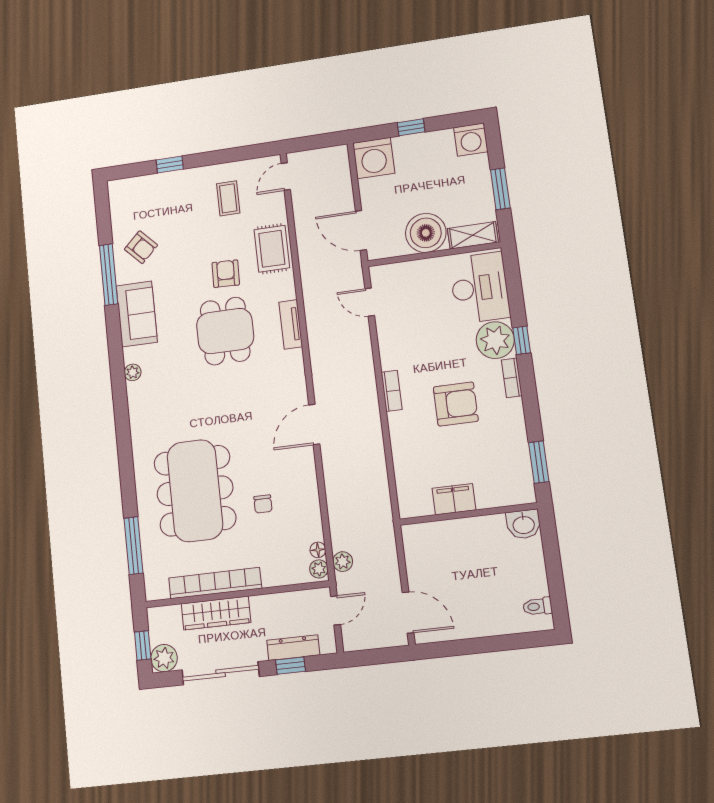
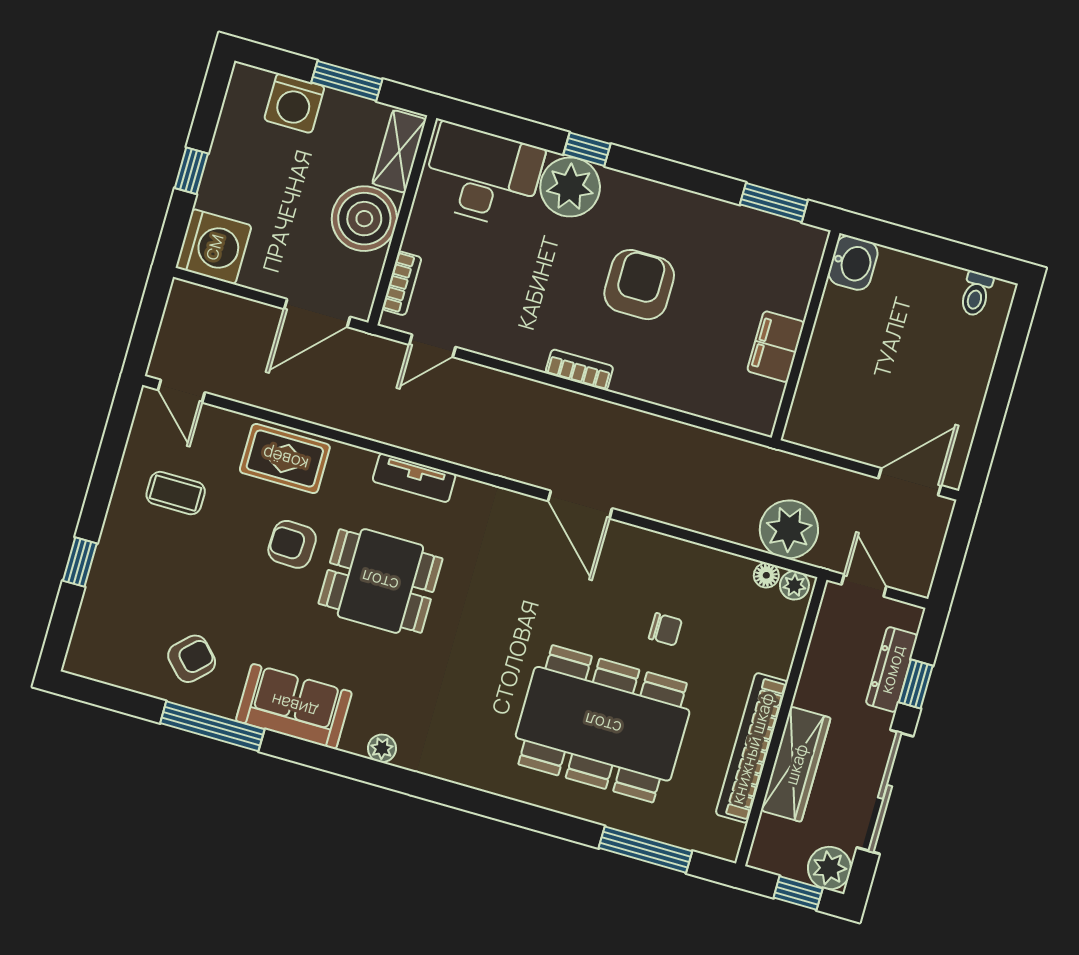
washing machine: (471, 140) -> (294, 103), moved, turned 90
bookcase: (512, 378) -> (402, 283), moved, turned -90
plant: (343, 562) -> (789, 529), width x1.88, depth x1.88

